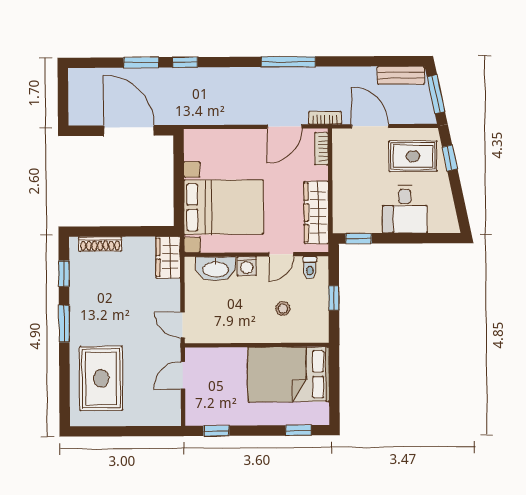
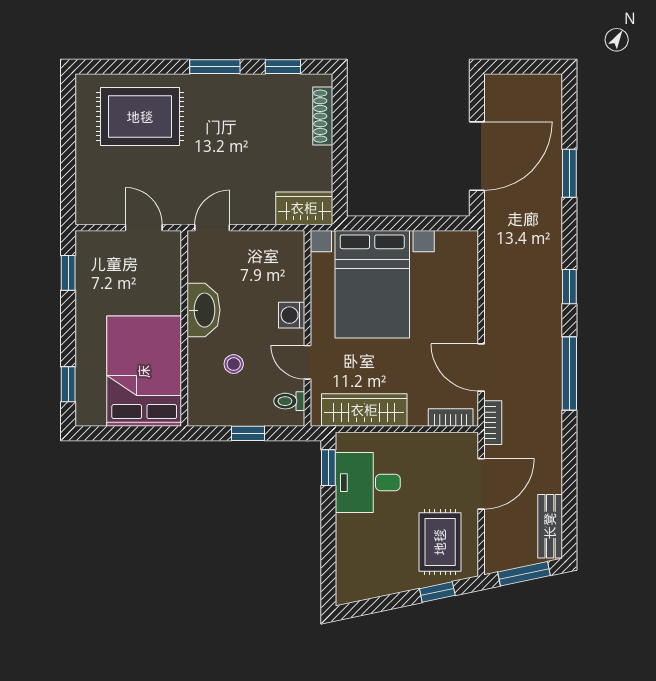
window: (185, 62) -> (569, 287), moved
desk: (405, 209) -> (368, 483), moved
washbasin: (216, 269) -> (204, 310), moved, turned 180

